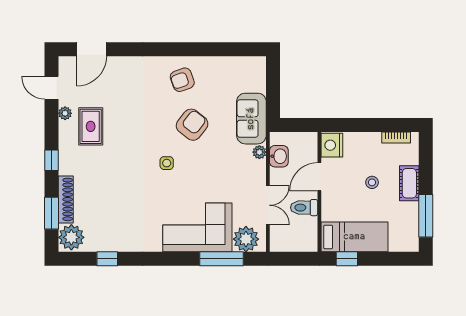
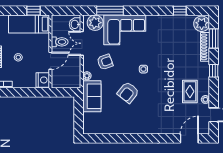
armchair: (182, 80) -> (105, 62), moved
washbasin: (279, 156) -> (75, 24), moved

